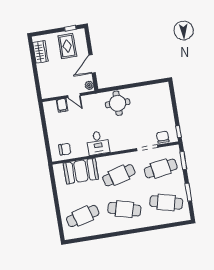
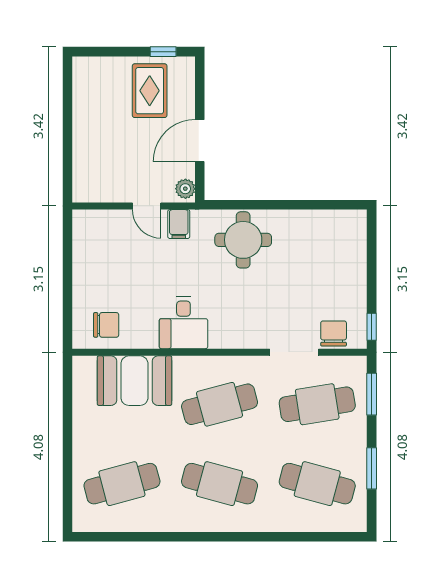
wardrobe: (40, 52) -> (86, 94), removed
filing cabinet: (62, 105) -> (179, 224), moved

